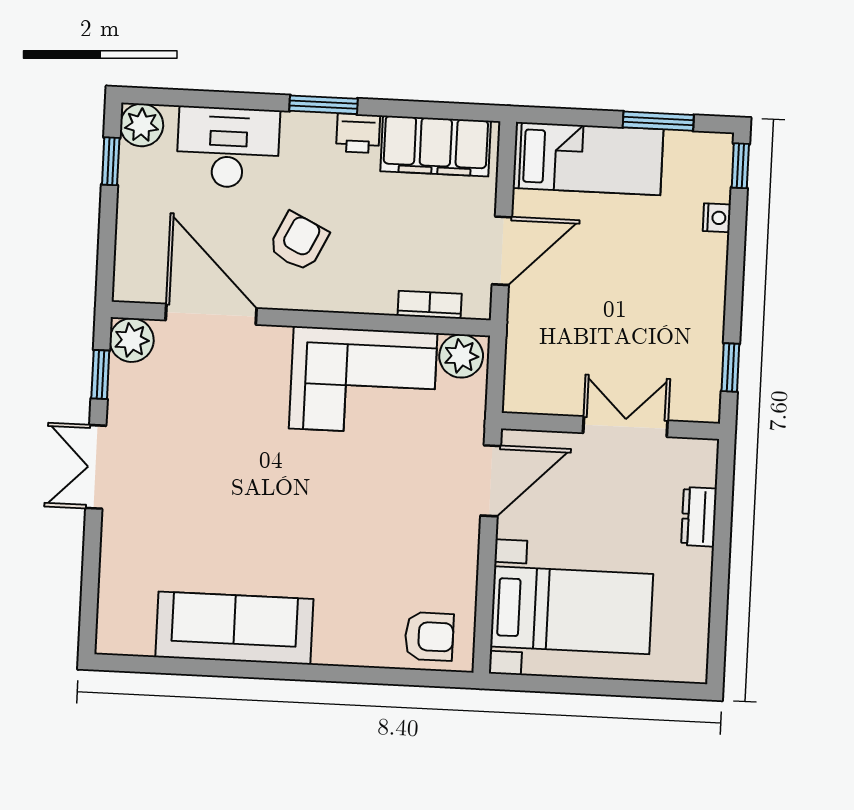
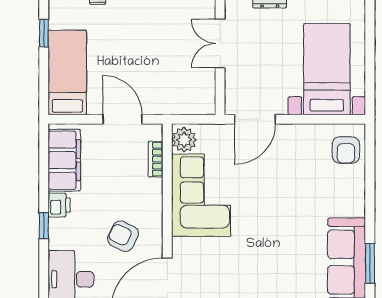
window: (323, 105) -> (44, 226), width x0.67
window: (658, 121) -> (44, 33), width x0.67
door: (491, 481) -> (255, 119), swing flipped
armchair: (429, 636) -> (346, 150), turned 180
window: (230, 669) -> (370, 263), added

